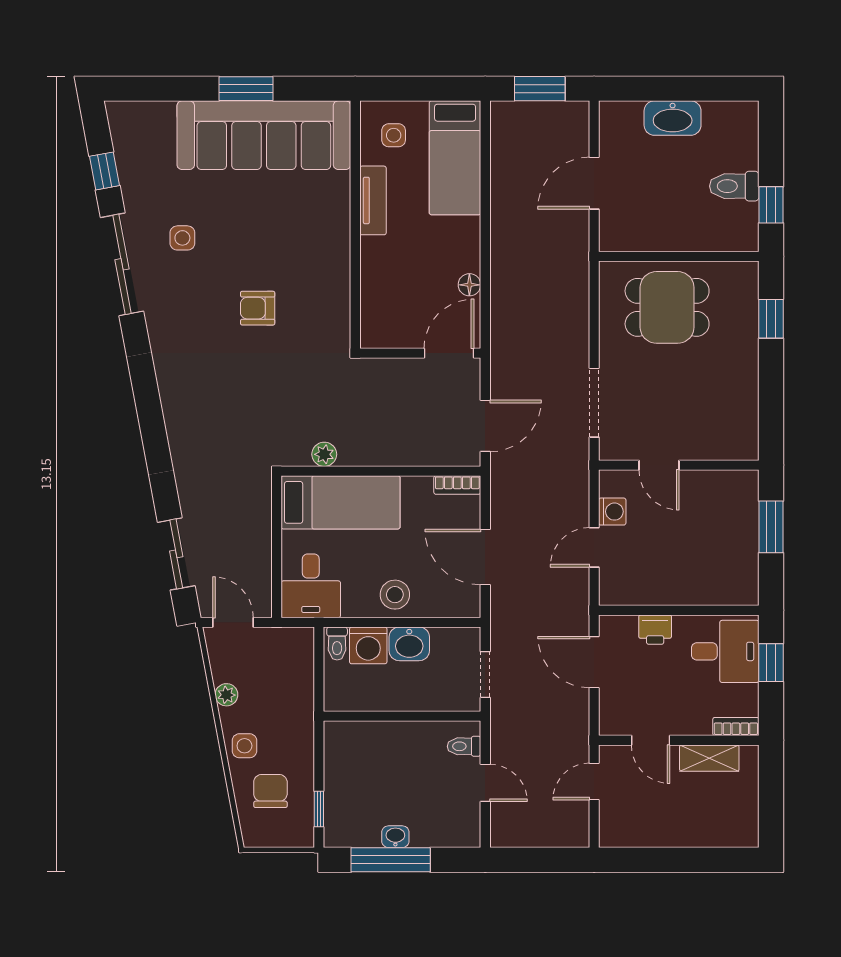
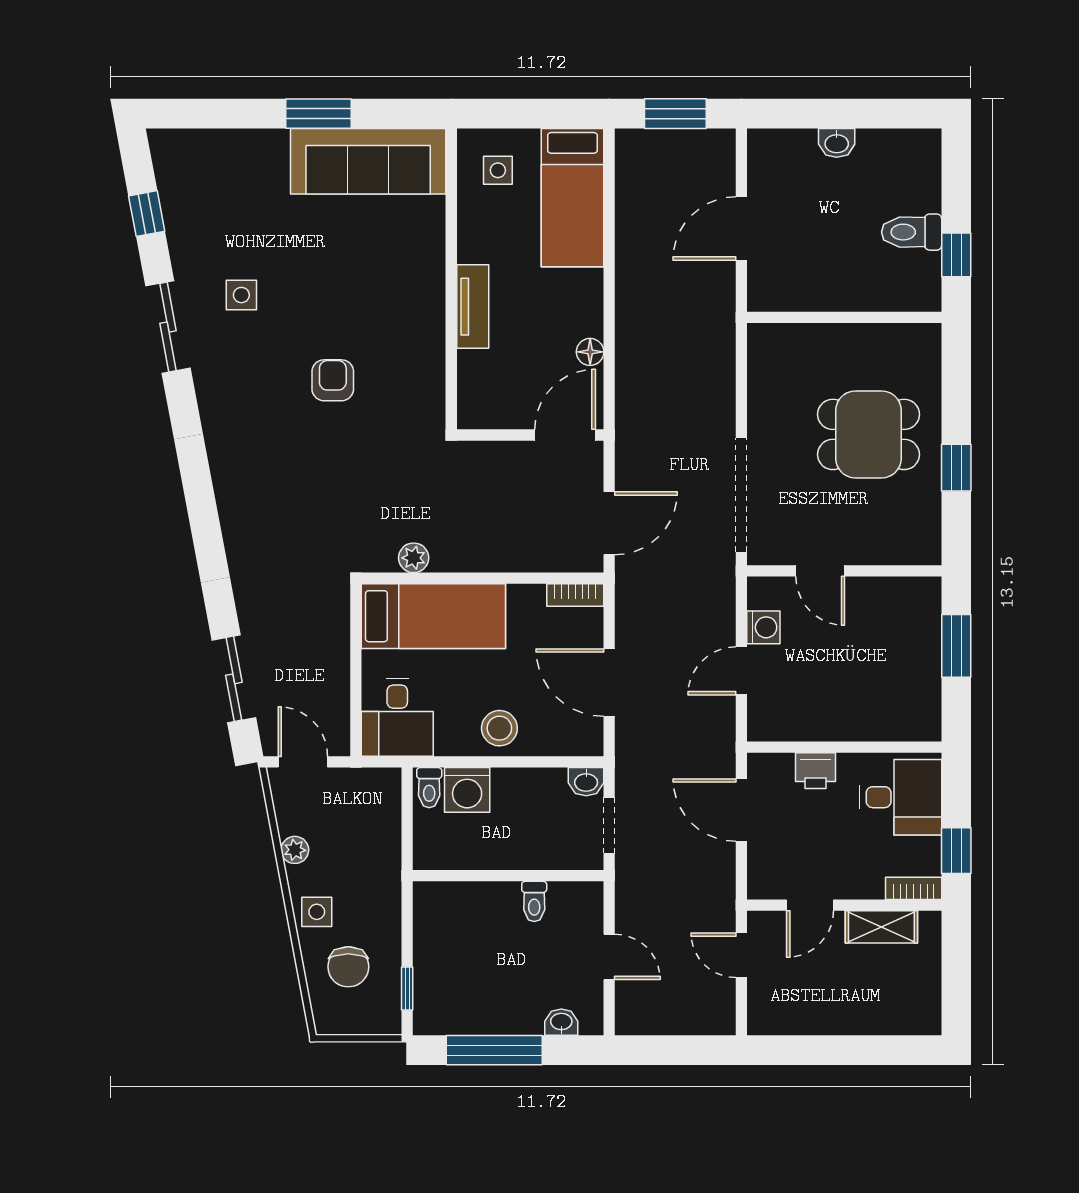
washbasin: (673, 118) -> (837, 143), width x0.52, depth x0.69
sofa: (264, 135) -> (368, 161), width x0.74, depth x0.79
tv unit: (373, 200) -> (473, 307), moved
sliding door: (122, 264) -> (168, 327), width x0.73
dining table: (667, 307) -> (868, 434), moved
armchair: (258, 308) -> (333, 380), turned 90
window: (771, 319) -> (956, 468), moved
doorway: (594, 403) -> (741, 495), width x1.36
washbasin: (409, 644) -> (586, 782), moved, width x0.72, depth x0.69
window: (771, 663) -> (956, 851), moved
door: (651, 740) -> (810, 905), hinge flipped
toilet: (464, 746) -> (534, 901), moved, turned -90
door: (594, 782) -> (741, 955), hinge flipped
chair: (270, 791) -> (348, 967), turned 180
washbasin: (395, 837) -> (561, 1022), moved

